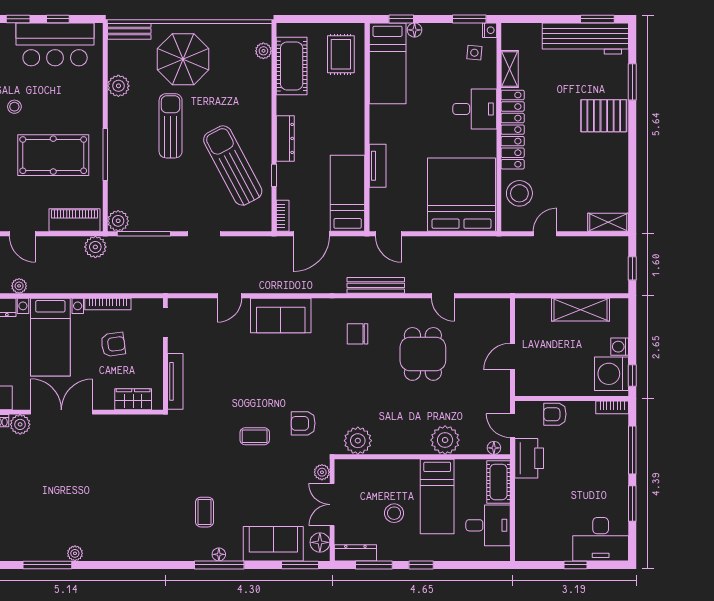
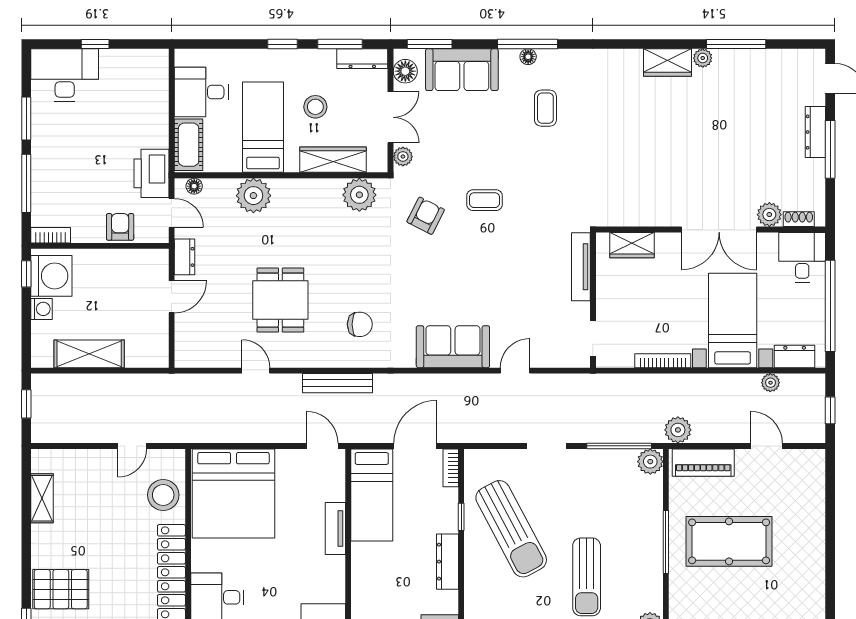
stool: (14, 107) -> (776, 600), removed
shelving: (608, 222) -> (42, 498), moved, turned 90
armchair: (113, 344) -> (656, 312), removed
dresser: (502, 389) -> (185, 257), added
armchair: (555, 414) -> (120, 227), turned -90
armchair: (303, 423) -> (426, 216), turned -63
wardrobe: (380, 470) -> (333, 160), added
wardrobe: (104, 550) -> (668, 63), added

